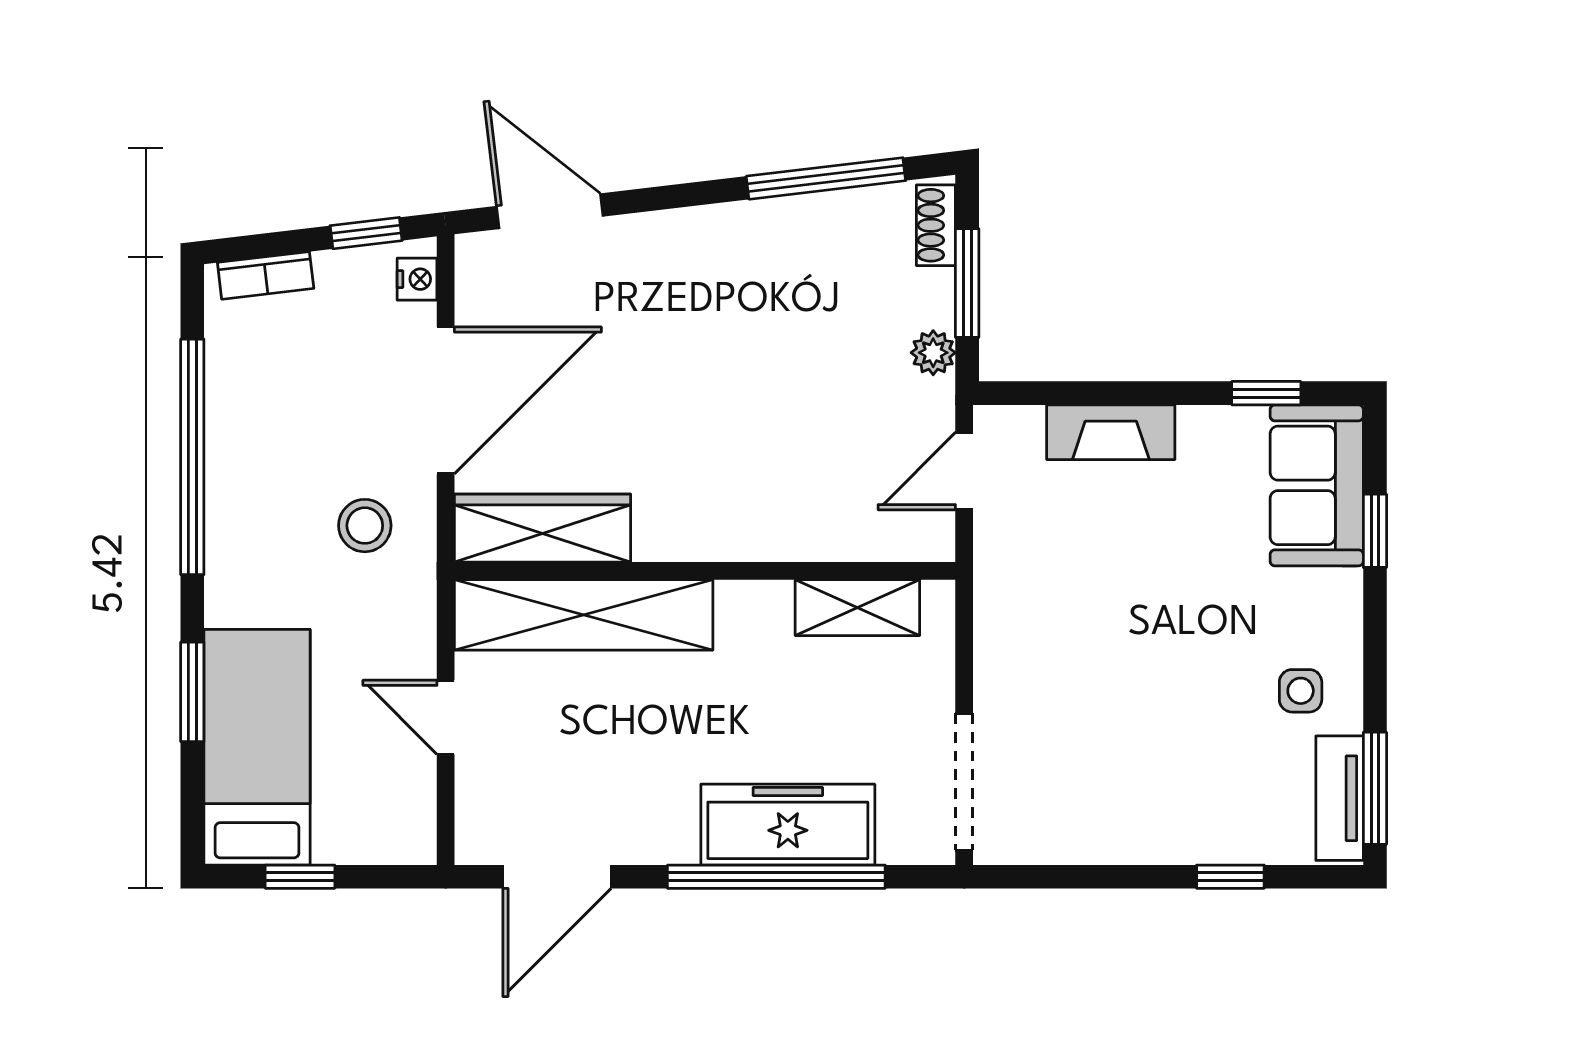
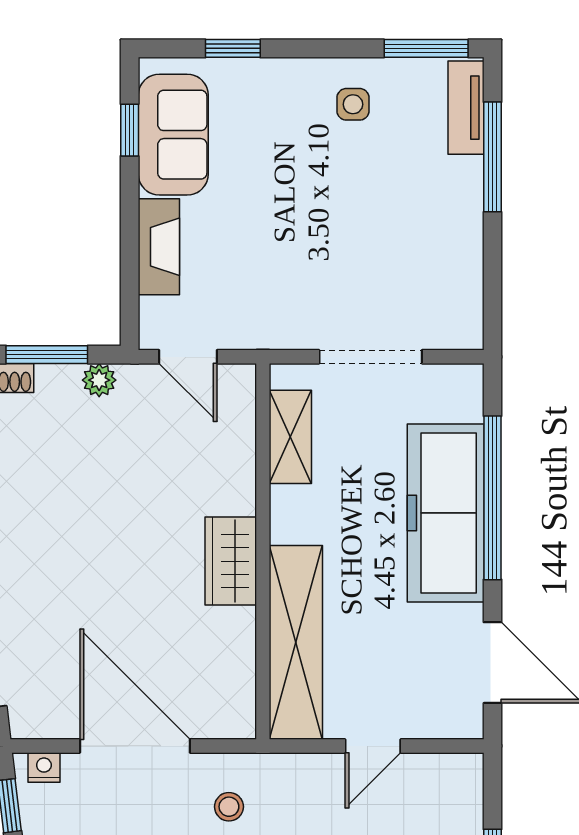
sofa: (1317, 485) -> (173, 135), moved, turned -90
stool: (365, 526) -> (229, 807), width x0.73, depth x0.73
wardrobe: (542, 528) -> (231, 561), moved, width x0.67
doorway: (964, 782) -> (371, 357), moved
tv unit: (1340, 798) -> (466, 108), moved, turned 90
freezer: (788, 825) -> (446, 513), width x1.36, depth x1.26
window: (1230, 877) -> (493, 157), width x2.17

